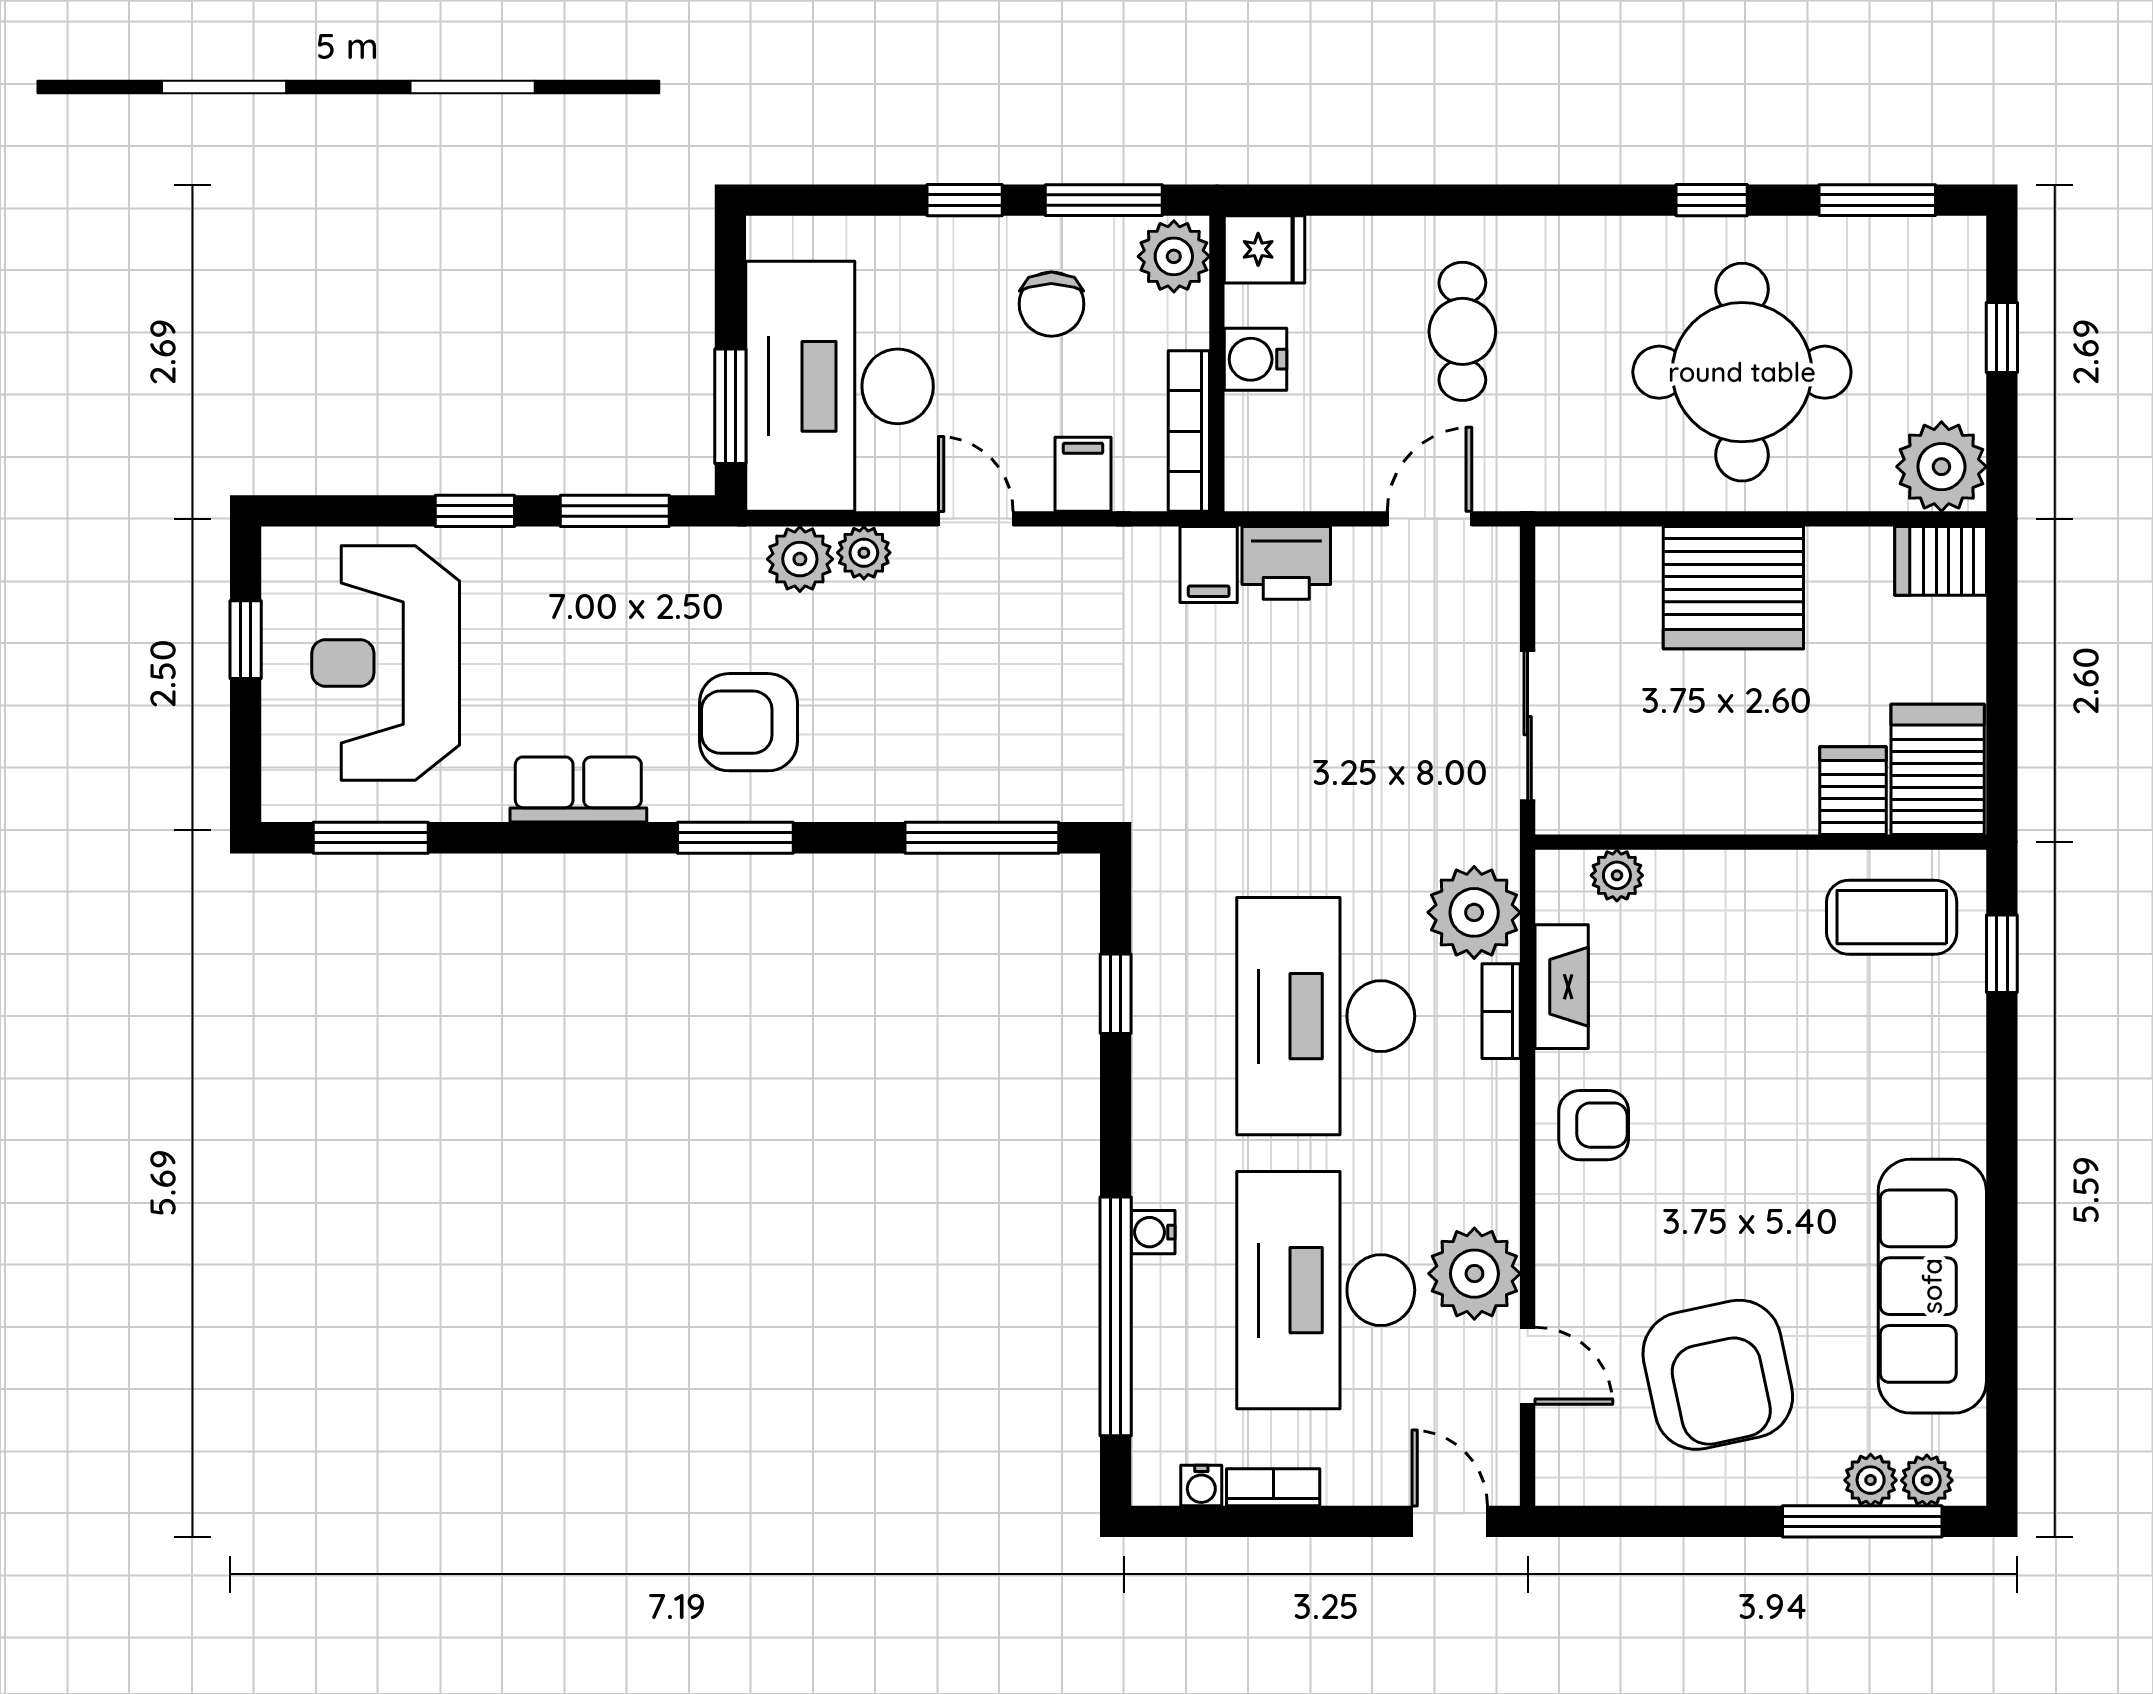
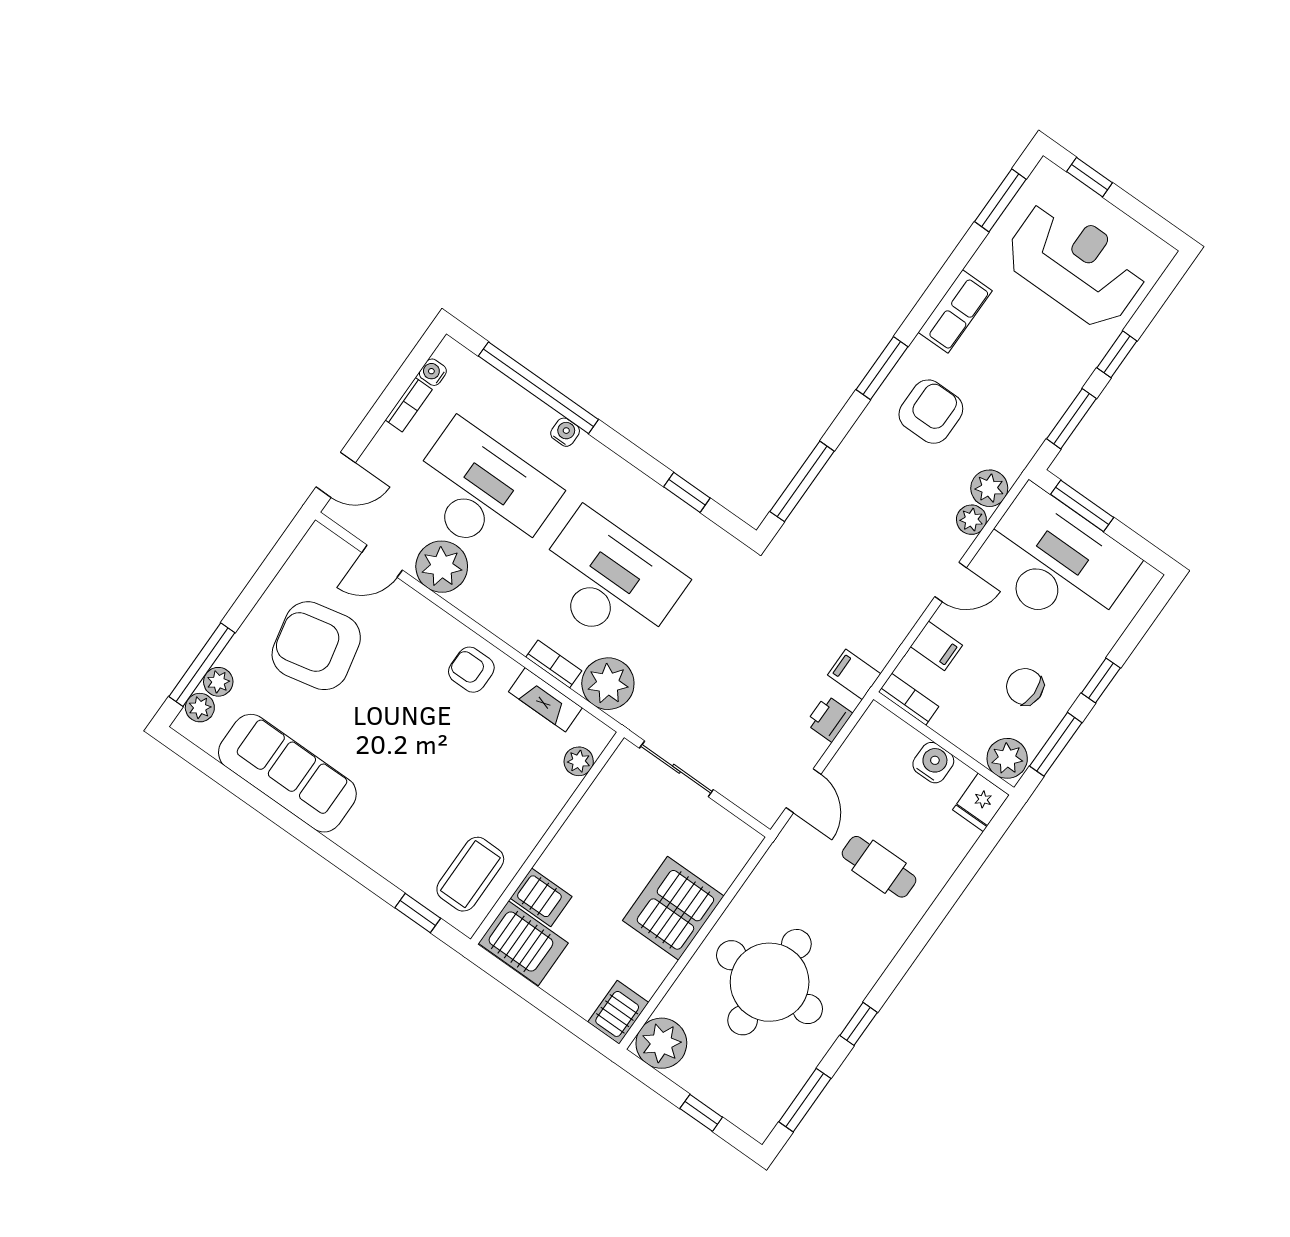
bookcase: (1189, 431) -> (909, 699), width x0.64
printer: (1286, 563) -> (829, 718), width x0.73, depth x0.81
window: (246, 640) -> (1090, 177), moved
armchair: (1594, 1125) -> (471, 670), turned 90

